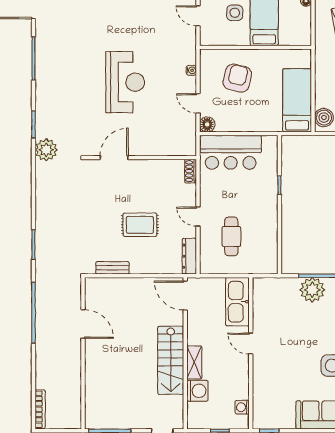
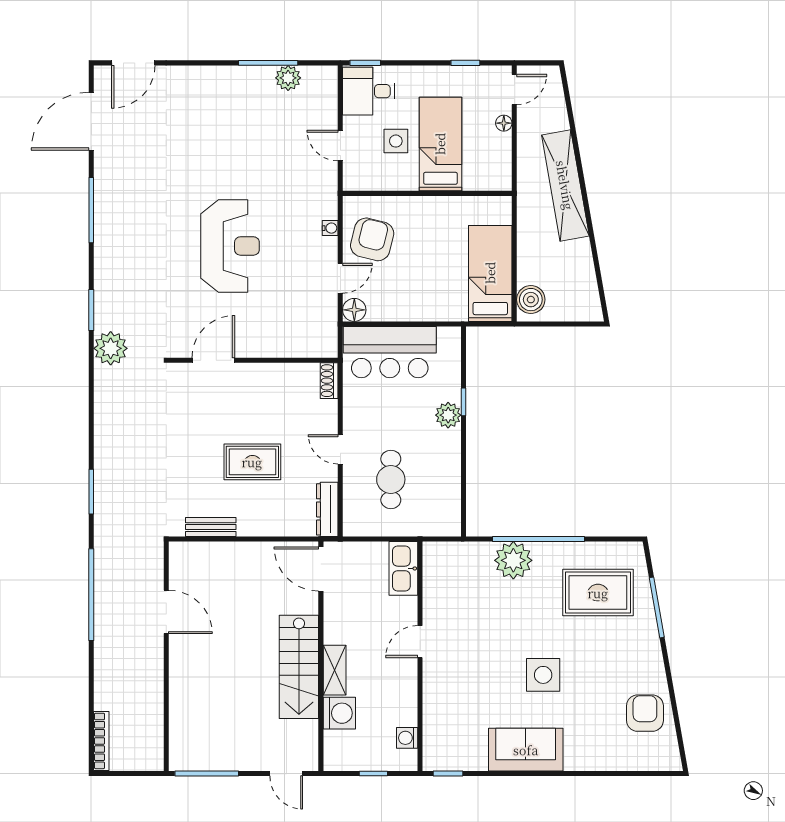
armchair: (237, 78) -> (372, 239), moved
door: (198, 103) -> (340, 278), swing flipped
plant: (269, 194) -> (448, 415), added
kitchen sink: (237, 302) -> (403, 568), width x0.73, depth x0.81
door: (251, 344) -> (420, 642), hinge flipped

